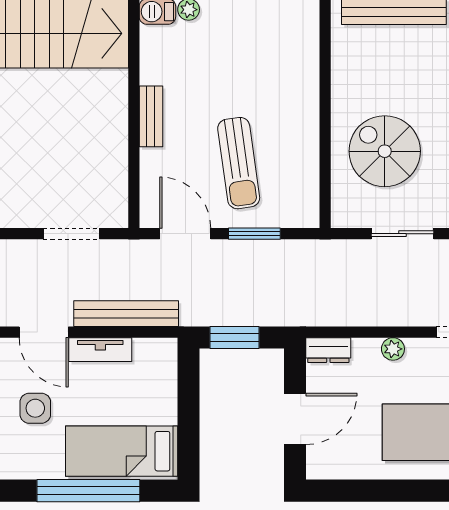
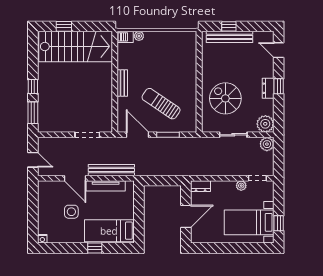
sun lounger: (239, 163) -> (161, 104), turned 132
window: (235, 338) -> (159, 181), removed
plant: (393, 349) -> (241, 186), moved
tv unit: (100, 350) -> (106, 186), width x1.41
window: (88, 491) -> (95, 248), width x0.32

